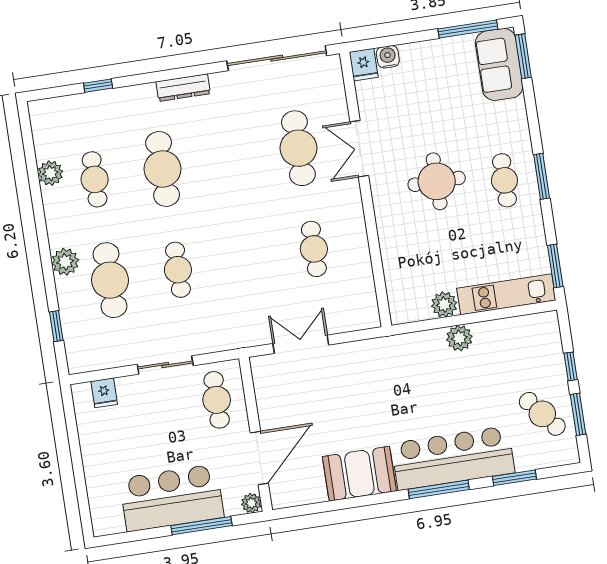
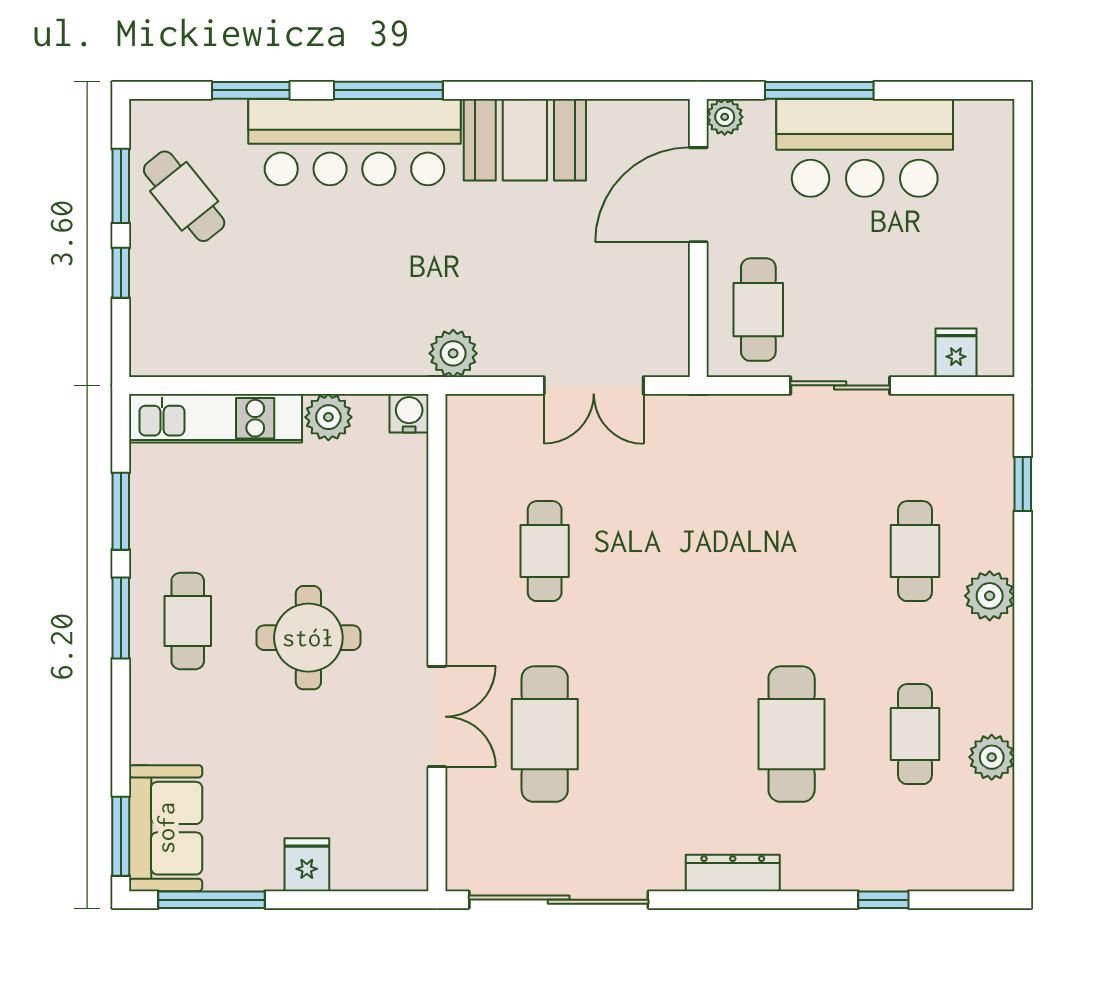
water cooler: (388, 57) -> (409, 413), moved, turned 180
fridge: (364, 65) -> (307, 865), moved
window: (555, 266) -> (121, 511), moved
cafe table: (178, 270) -> (792, 551), removed
cafe table: (110, 280) -> (915, 551), width x0.73, depth x0.74
plant: (459, 338) -> (453, 353), moved

